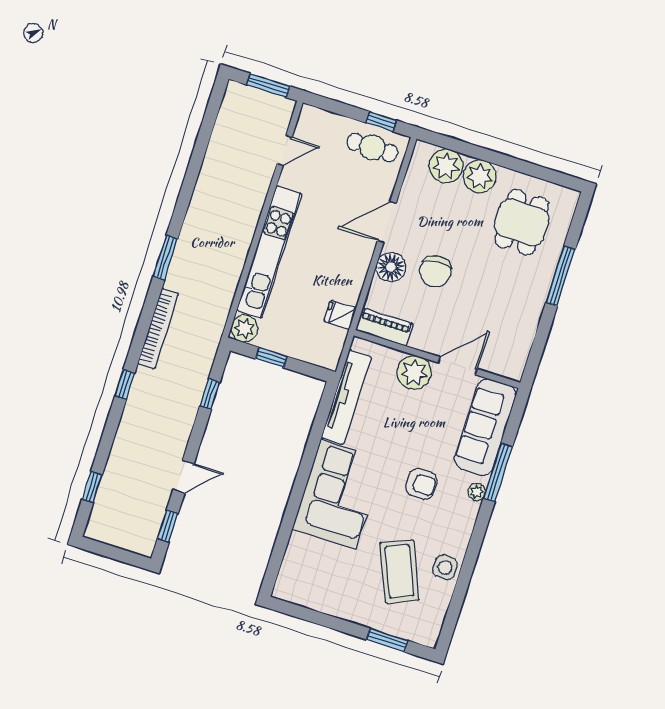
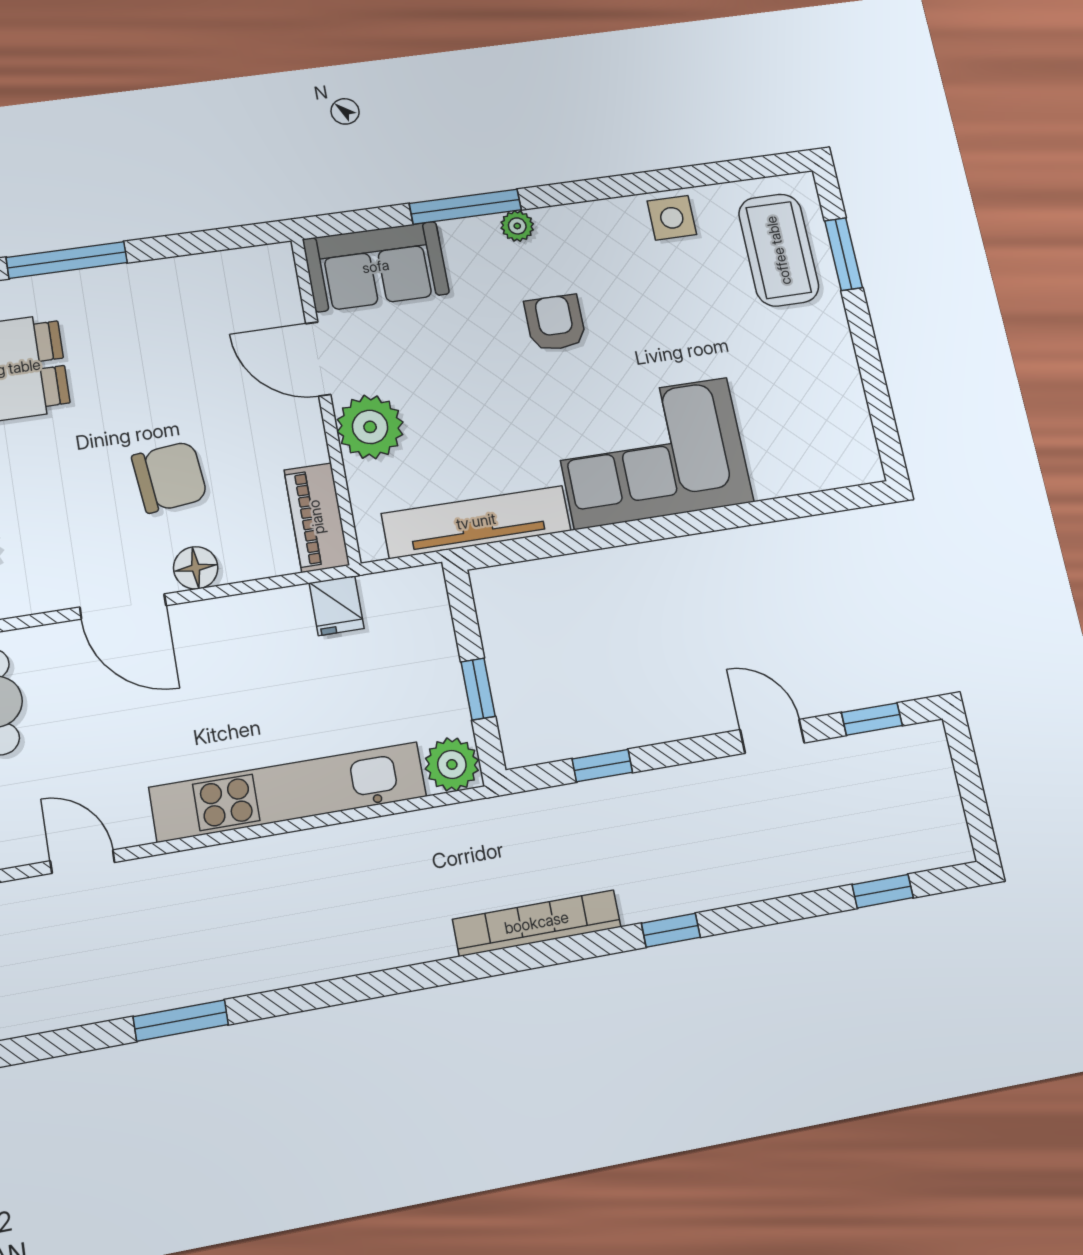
window: (165, 258) -> (181, 1021), moved
floor lamp: (391, 267) -> (196, 568), width x0.73, depth x0.73
sofa: (485, 427) -> (376, 267), width x0.73
coffee table: (399, 571) -> (779, 250), moved, turned -67

